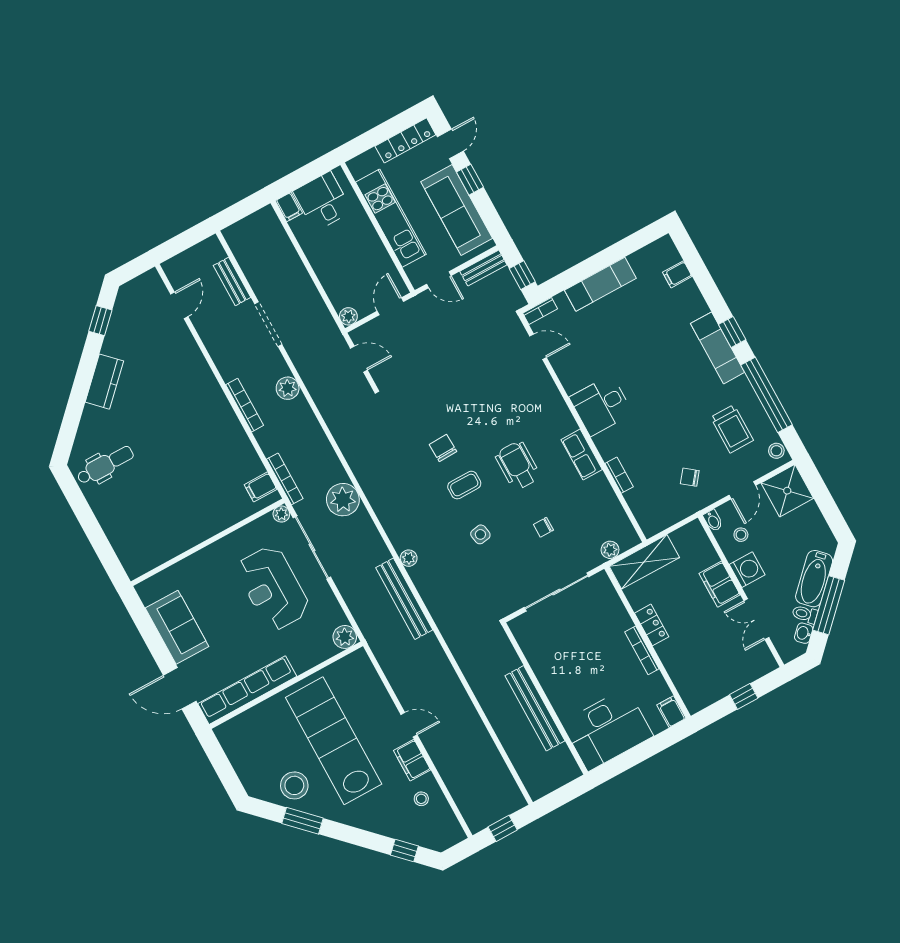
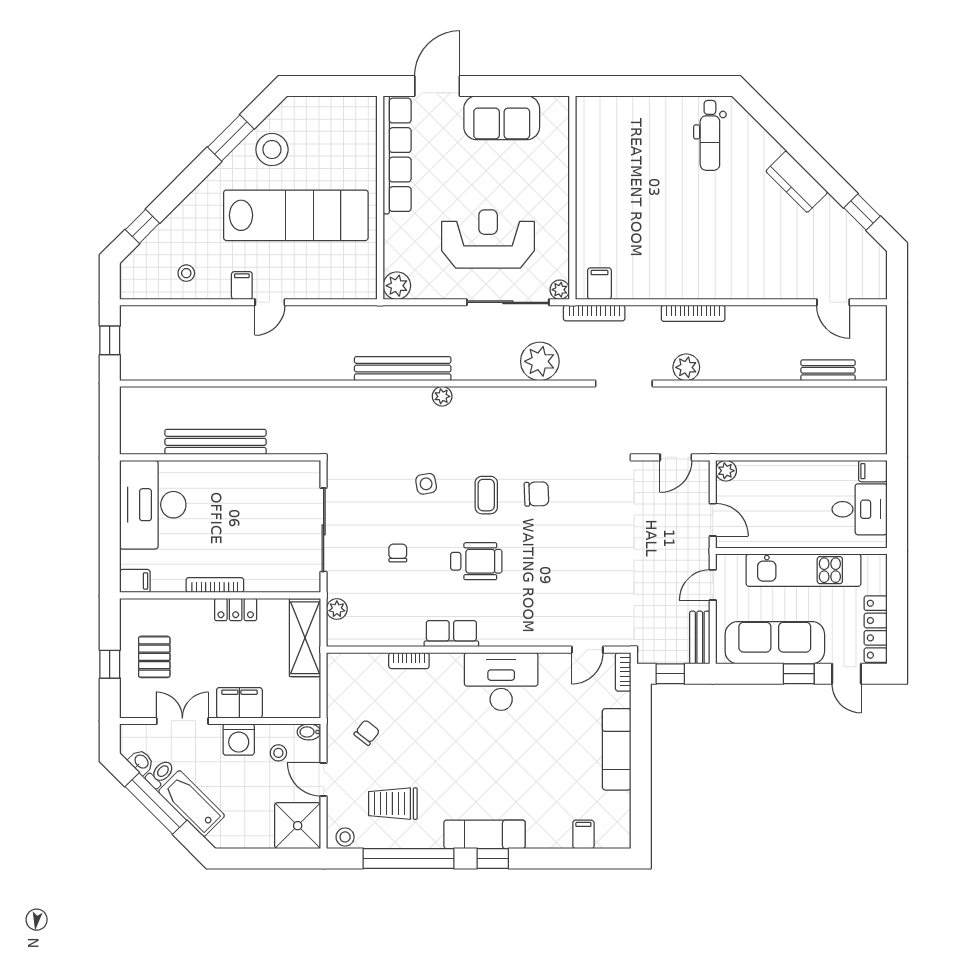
doorway: (268, 324) -> (624, 384), moved
desk: (601, 405) -> (501, 681), width x1.37
pallet: (720, 666) -> (154, 657), added
filing cabinet: (412, 760) -> (242, 285), width x0.50

